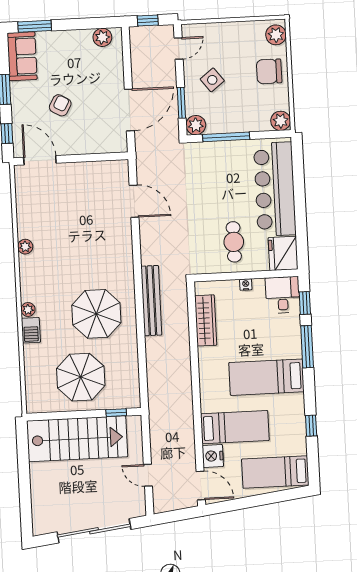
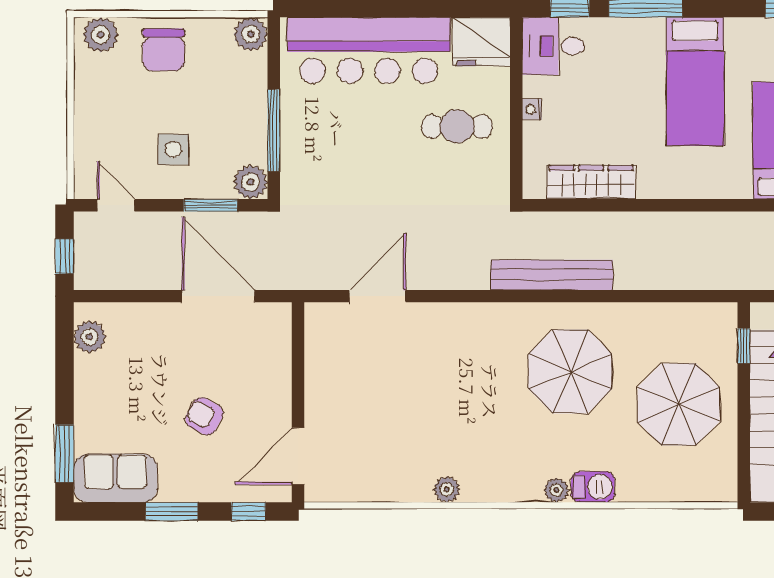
side table: (212, 80) -> (173, 149), turned 38

